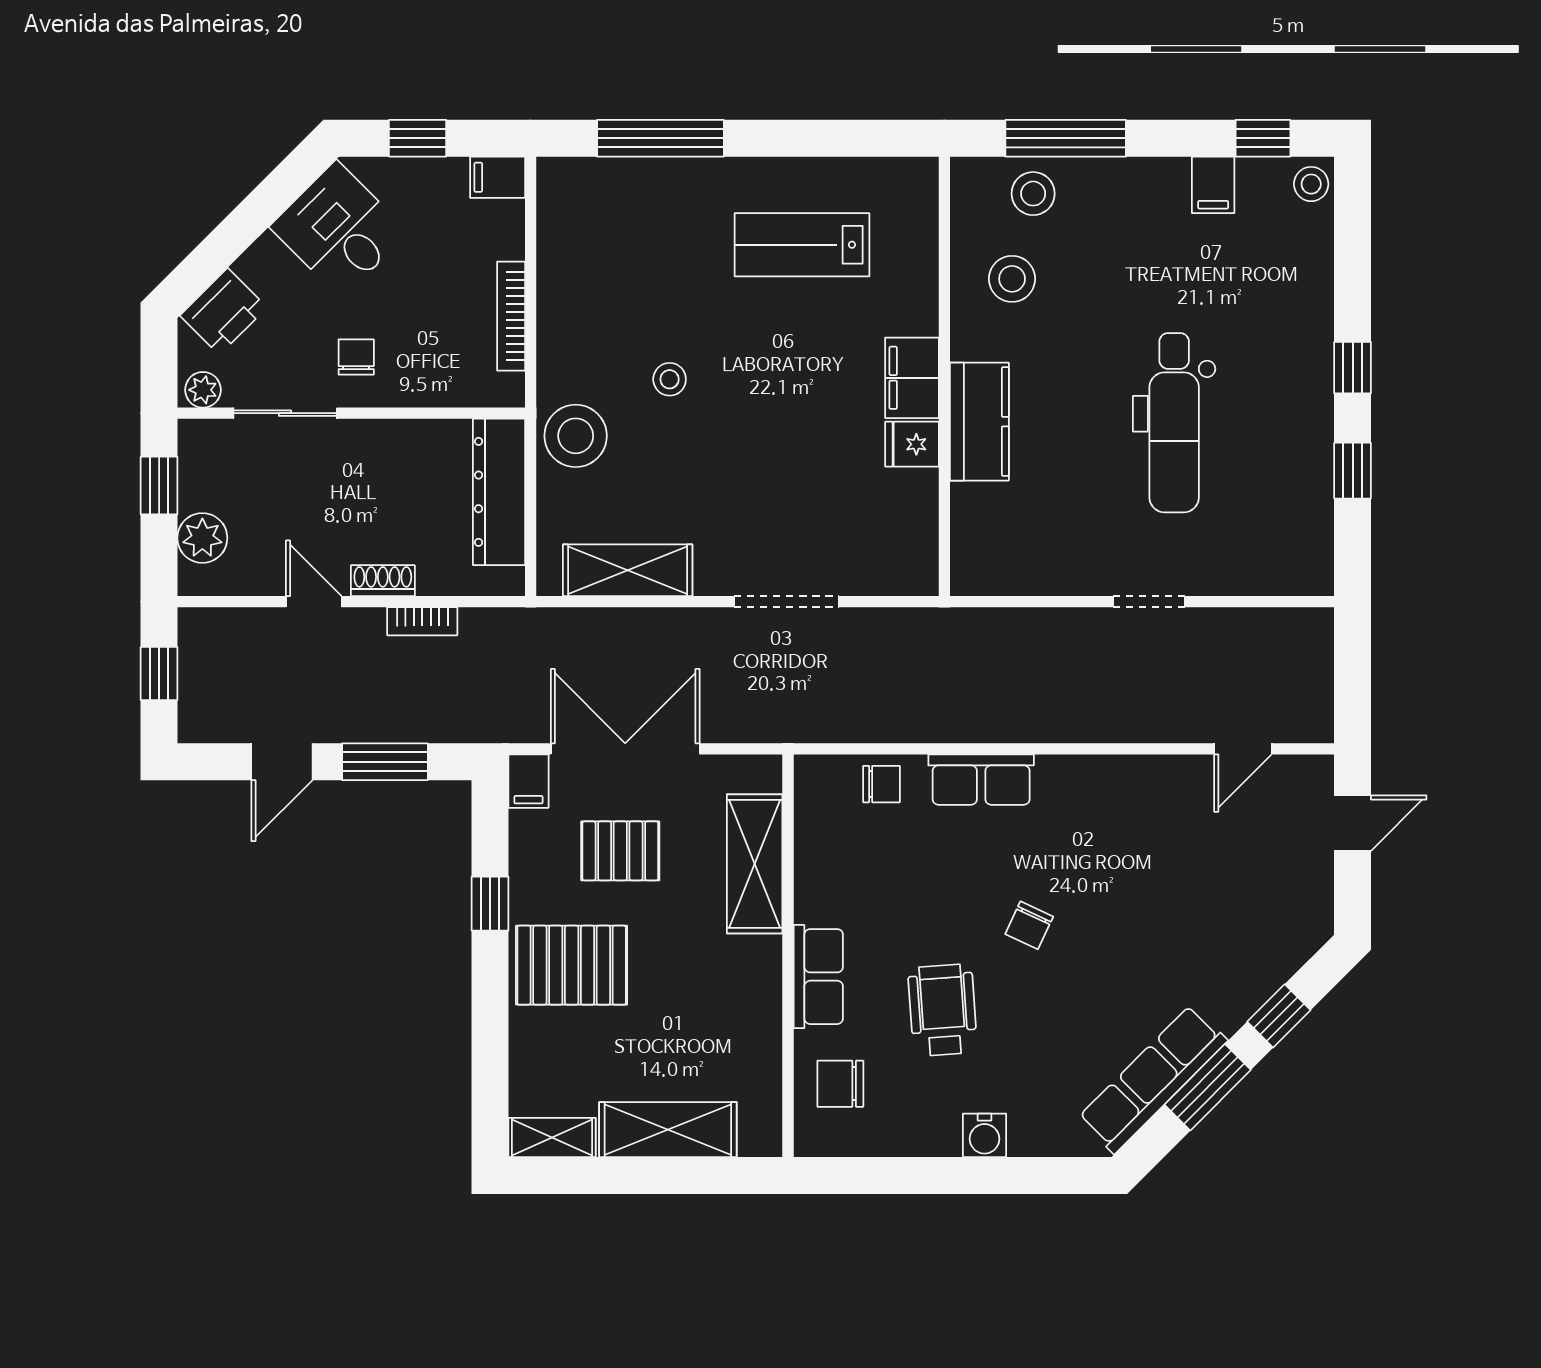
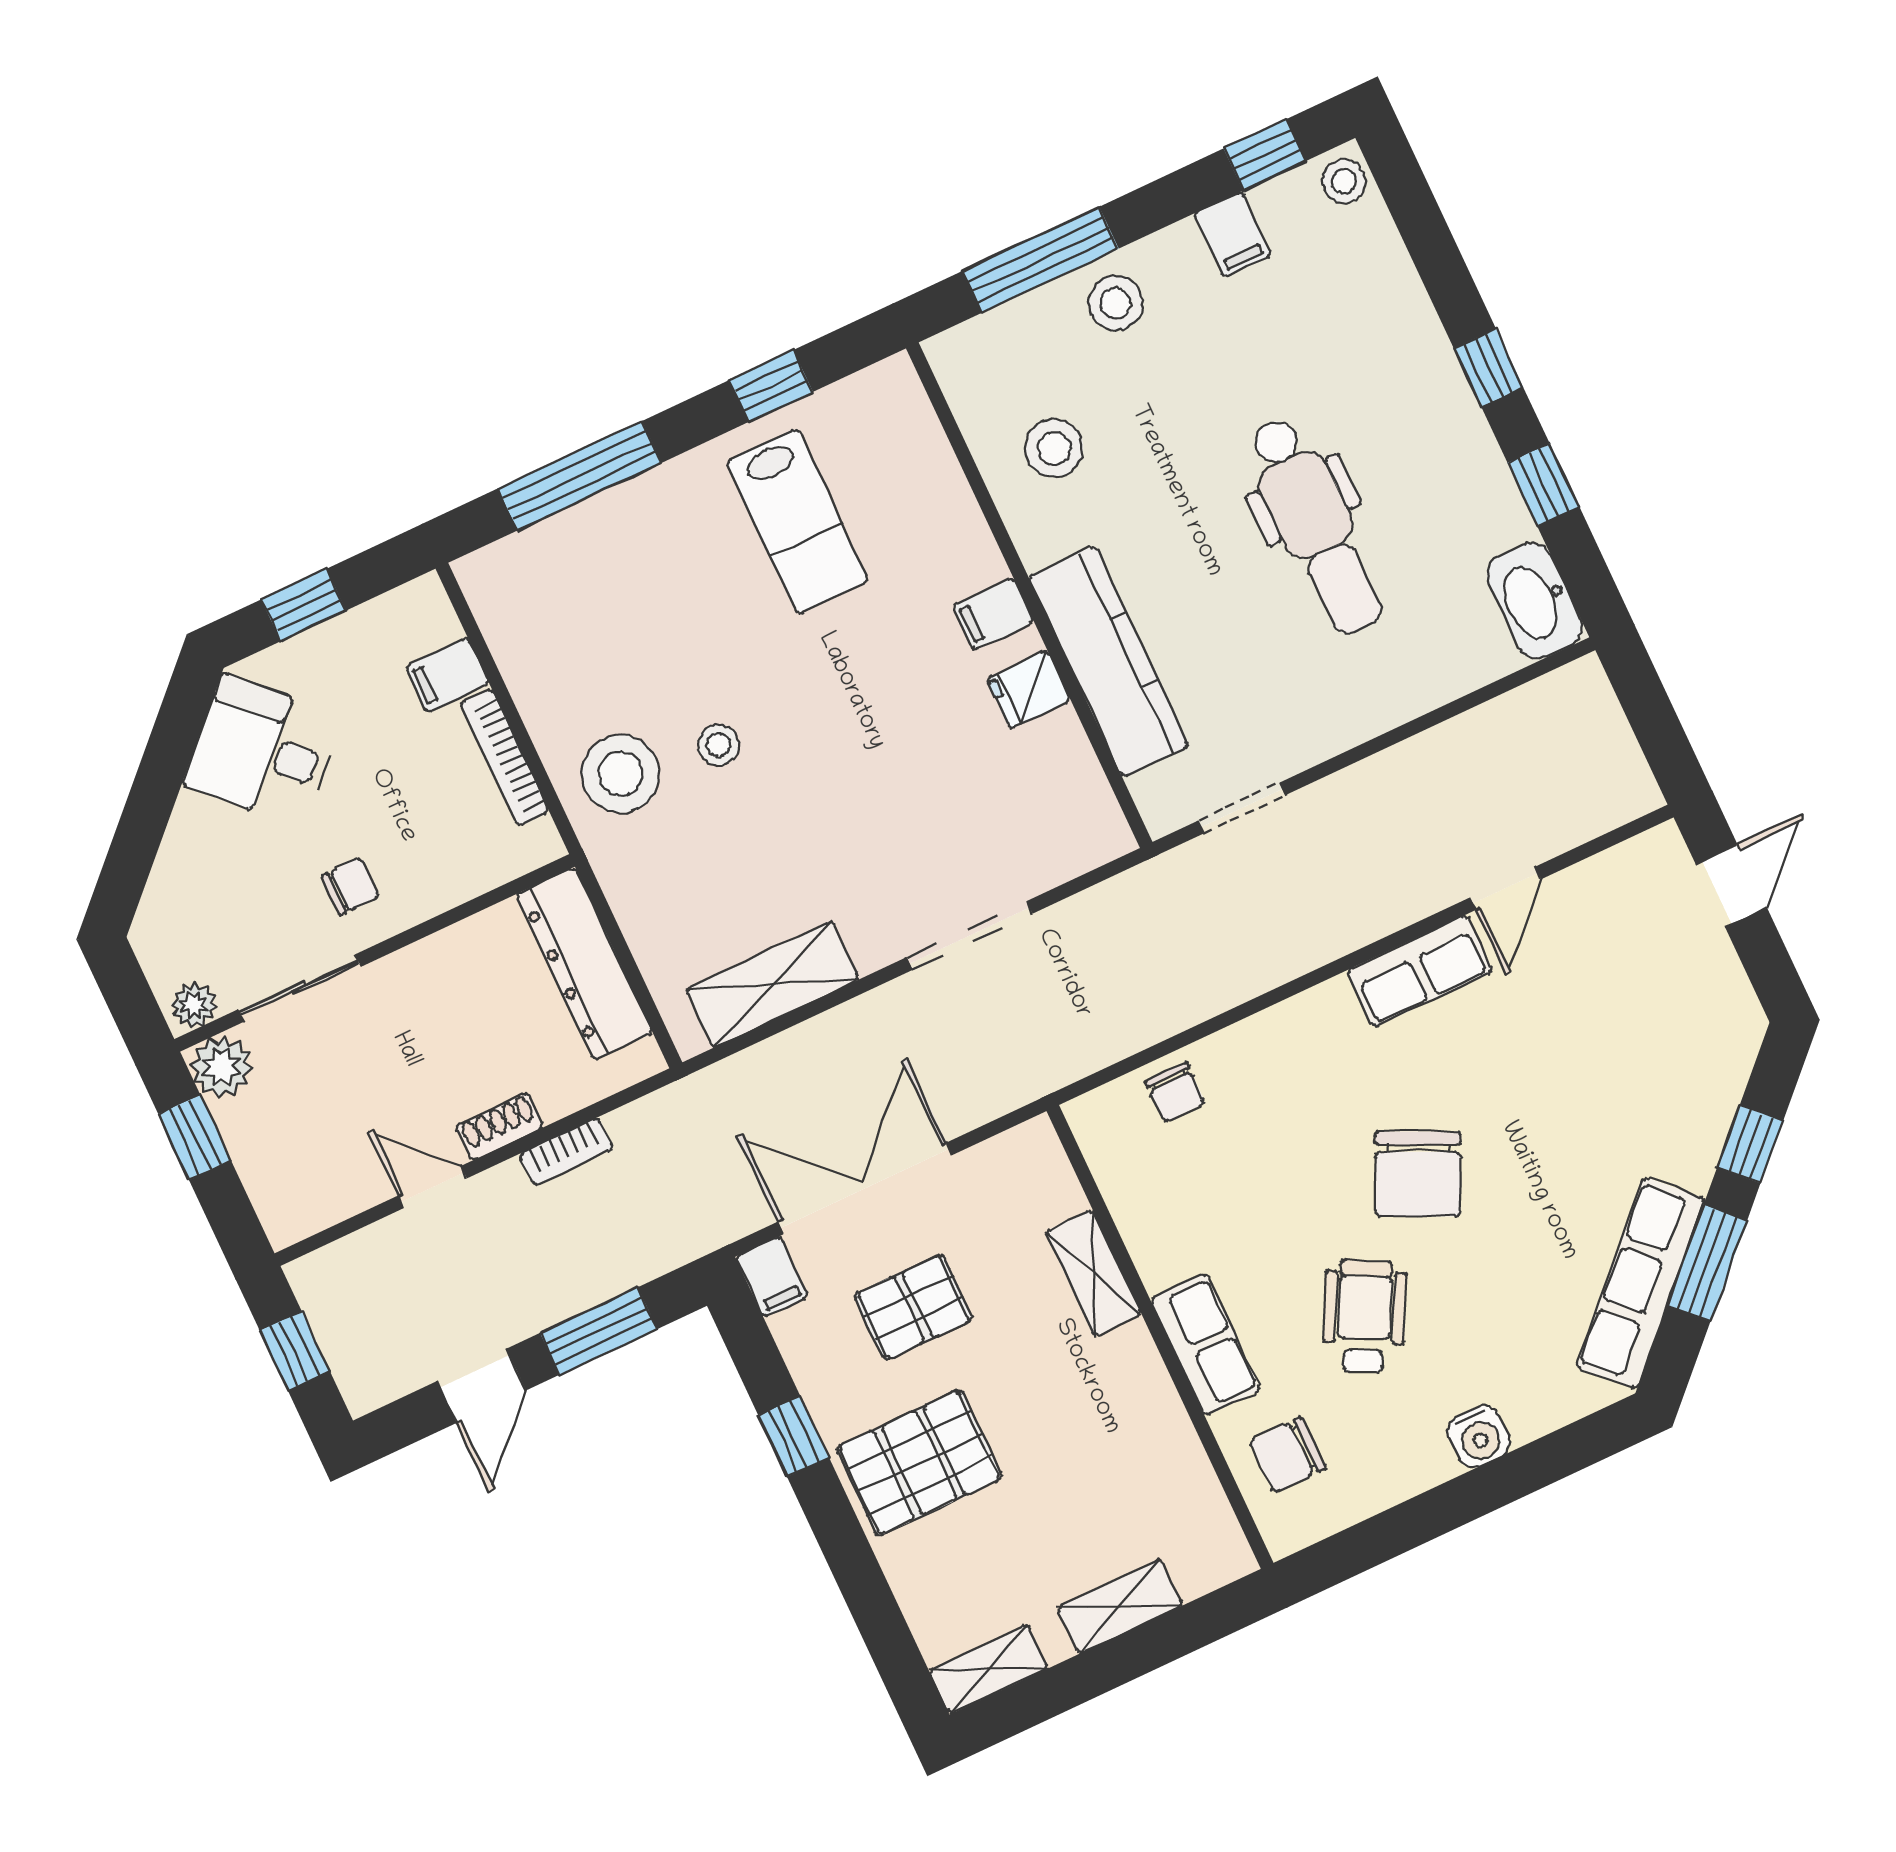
window: (829, 138) -> (771, 386), added
filing cabinet: (498, 177) -> (447, 675), moved
stool: (1033, 194) -> (1116, 303), moved
lab bench: (802, 245) -> (797, 521), turned -90
printer: (224, 311) -> (175, 905), removed
chair: (356, 357) -> (350, 886), turned 90
filing cabinet: (912, 378) -> (993, 614), width x0.50
kitchen counter: (979, 422) -> (1109, 661), width x1.50
stool: (576, 436) -> (621, 774), moved
plant: (202, 538) -> (222, 1067), moved
washbasin: (1307, 551) -> (1535, 601), added
doorway: (1149, 602) -> (1242, 808), moved
door: (1243, 749) -> (1506, 888), moved
row of seats: (981, 780) -> (1420, 971), moved
chair: (882, 784) -> (1175, 1092), turned 90
shelving: (755, 864) -> (1093, 1273), width x0.67, depth x0.75
chair: (1029, 925) -> (1418, 1174), width x1.87, depth x1.87
wheelchair: (943, 1010) -> (1365, 1316), turned 31
shelving: (668, 1130) -> (1120, 1606), width x0.67, depth x0.75

